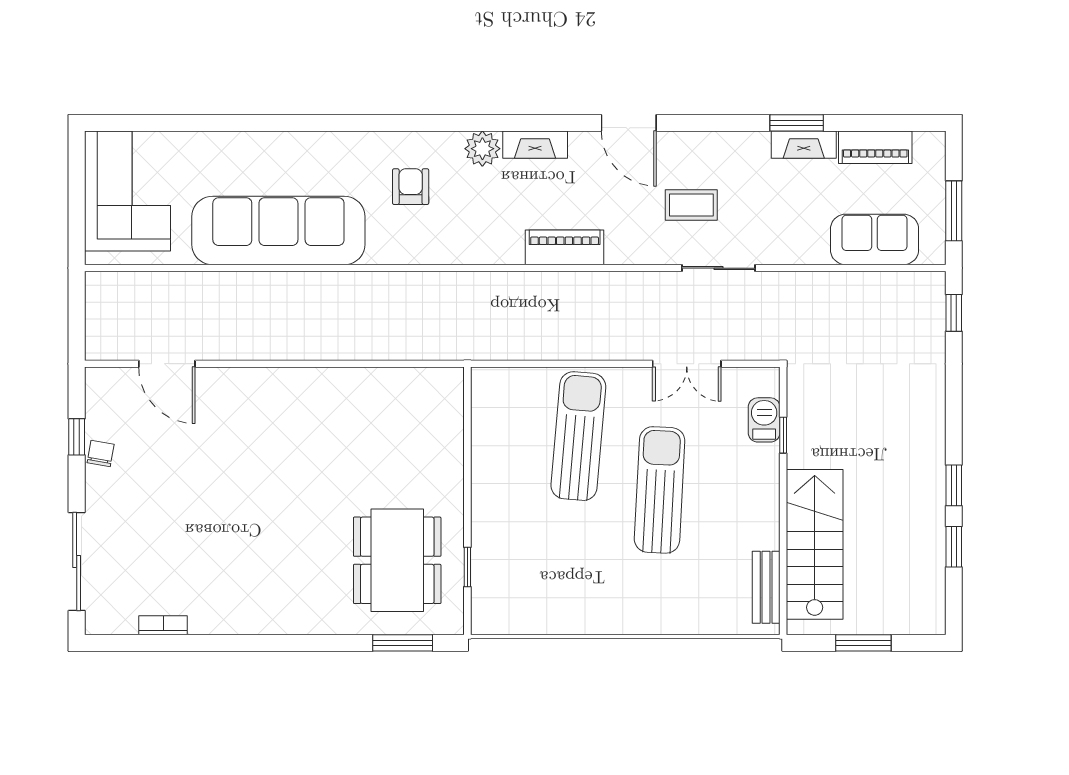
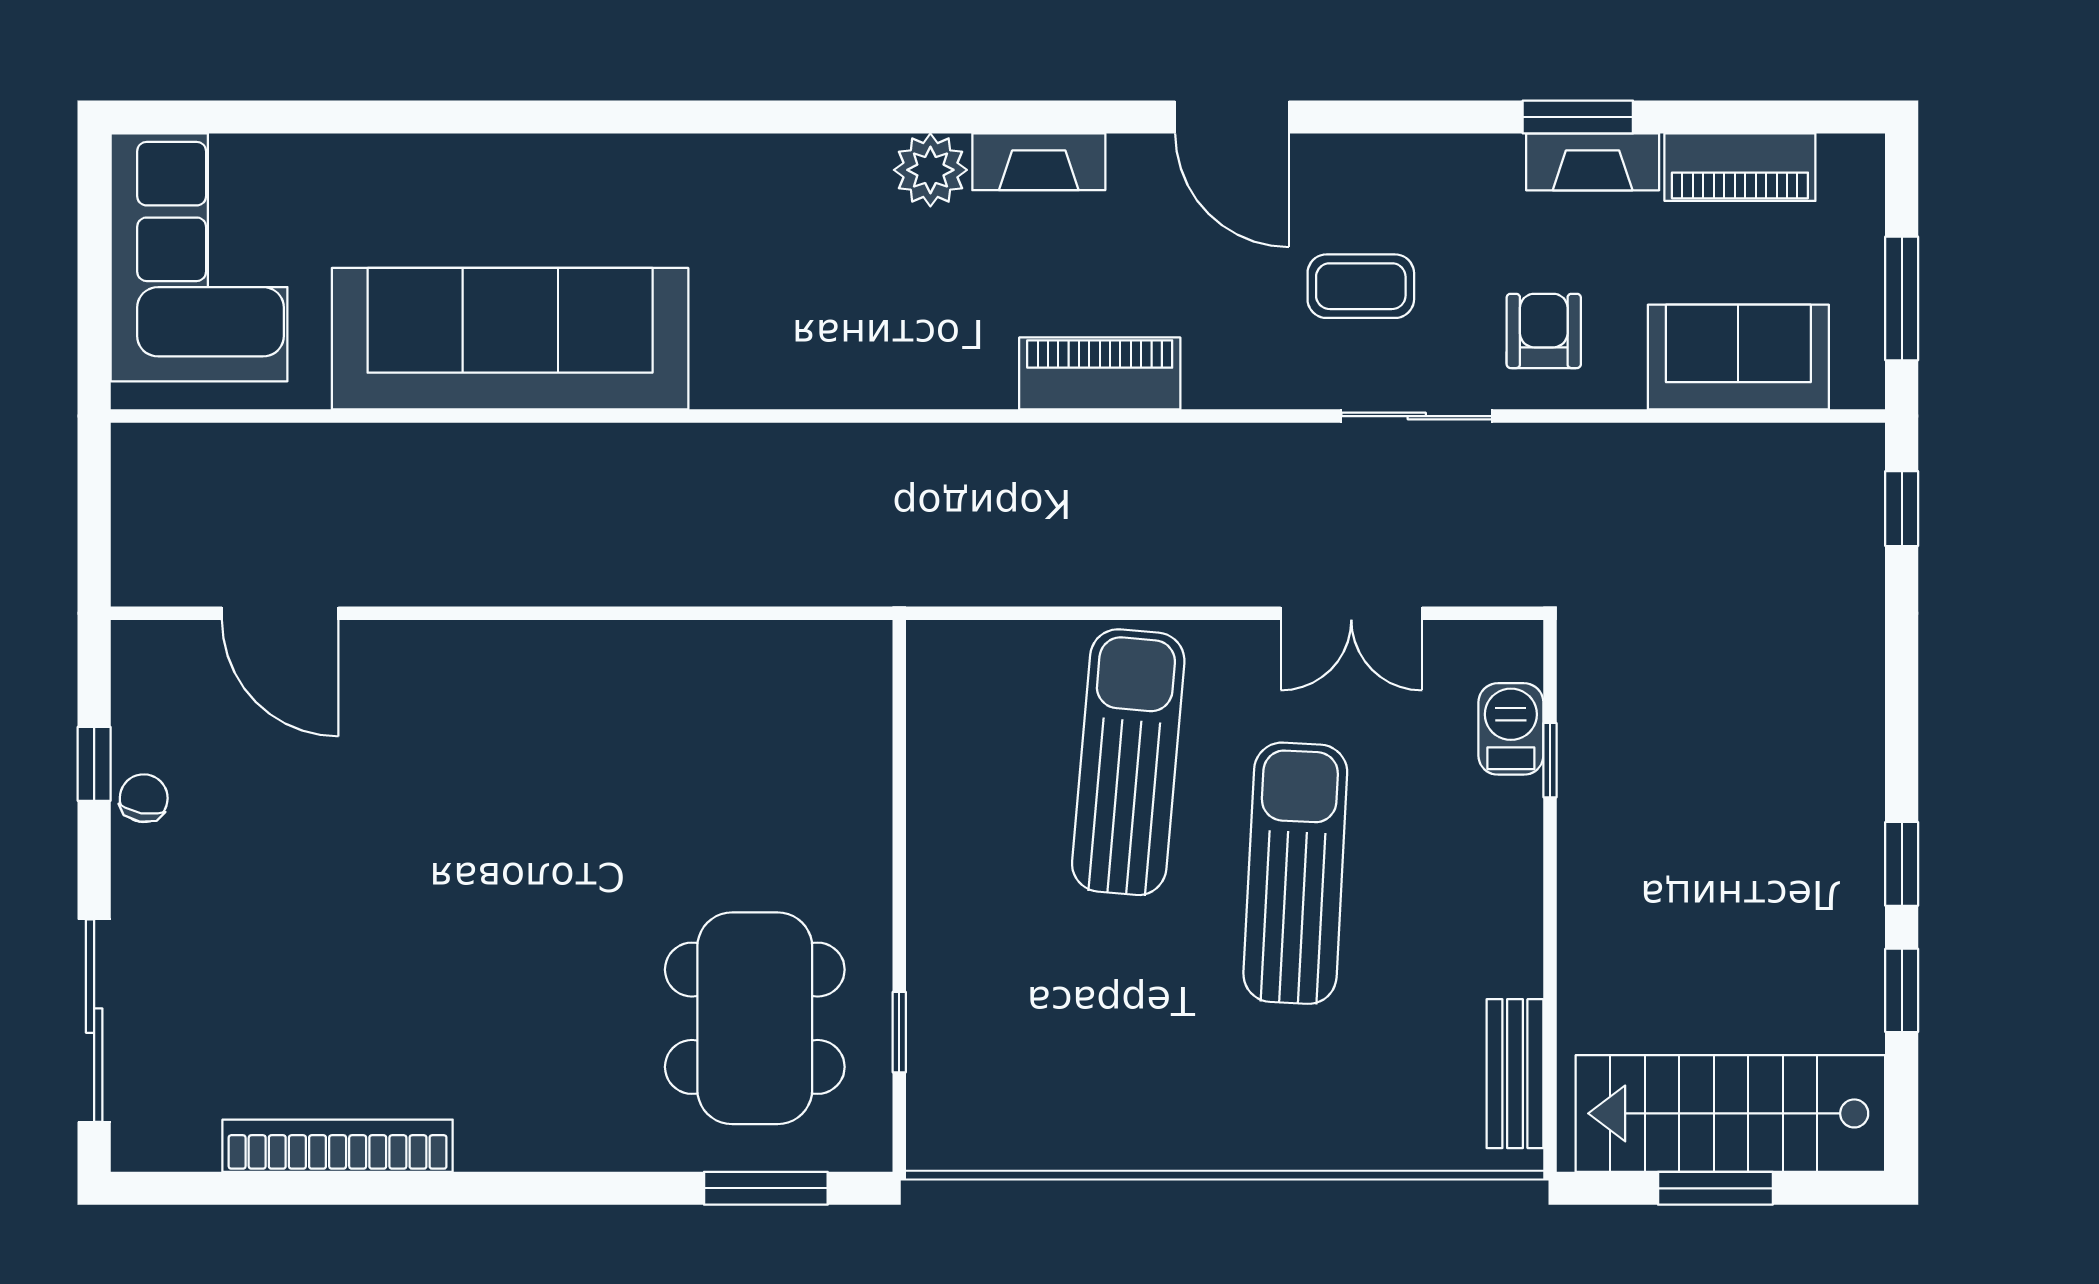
armchair: (411, 187) -> (1544, 331), moved
stairs: (815, 544) -> (1730, 1113), moved, turned -90
bookcase: (163, 625) -> (338, 1146), width x2.31, depth x1.31

